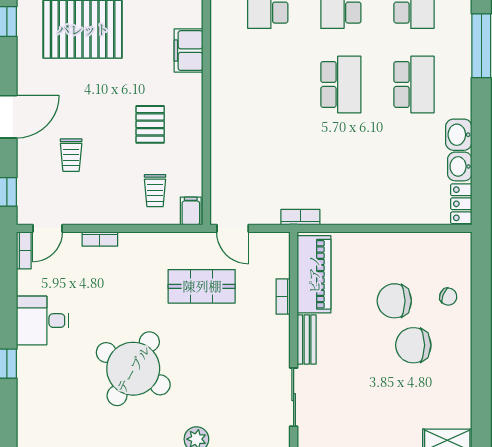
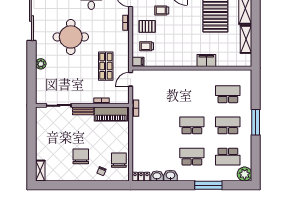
school desk: (341, 84) -> (192, 125), turned 180
school desk: (414, 84) -> (192, 157), turned 180
pallet: (150, 124) -> (147, 26), moved
chair: (394, 301) -> (119, 160), moved
round table: (133, 369) -> (71, 37), turned -31

